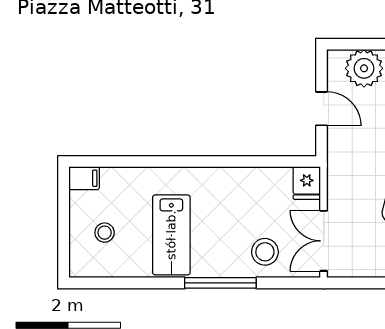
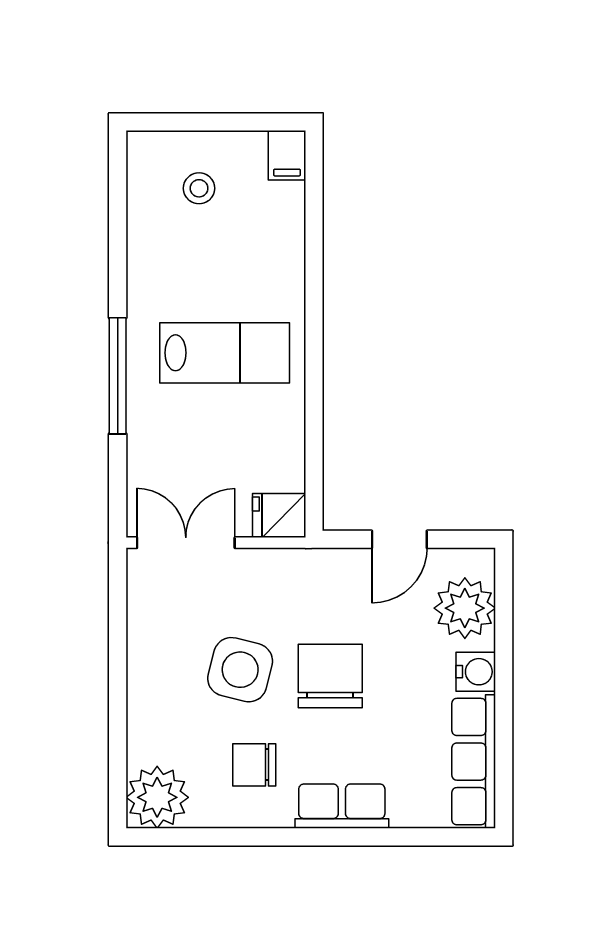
lab bench: (171, 235) -> (225, 353), moved, turned 180
stool: (265, 252) -> (168, 448), removed

